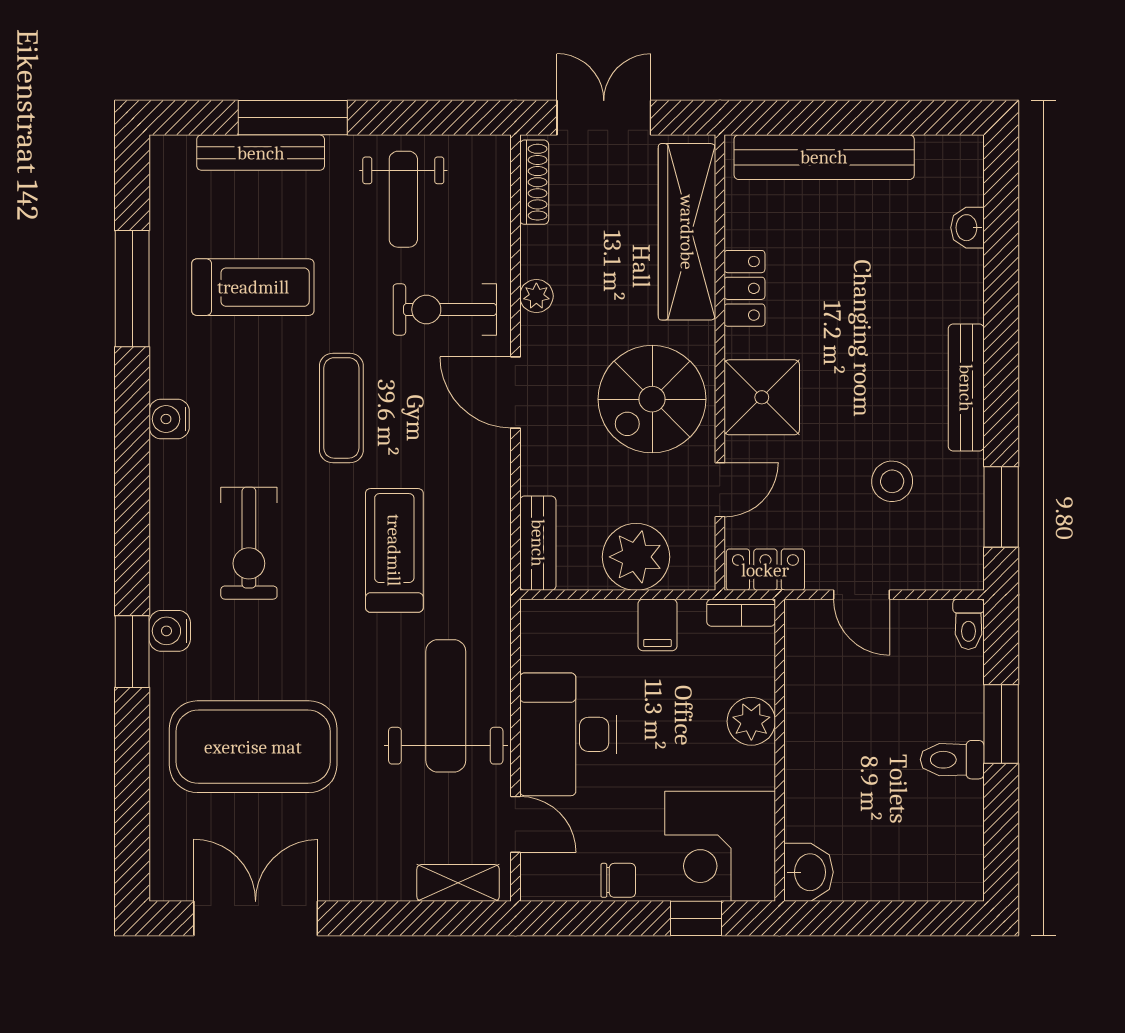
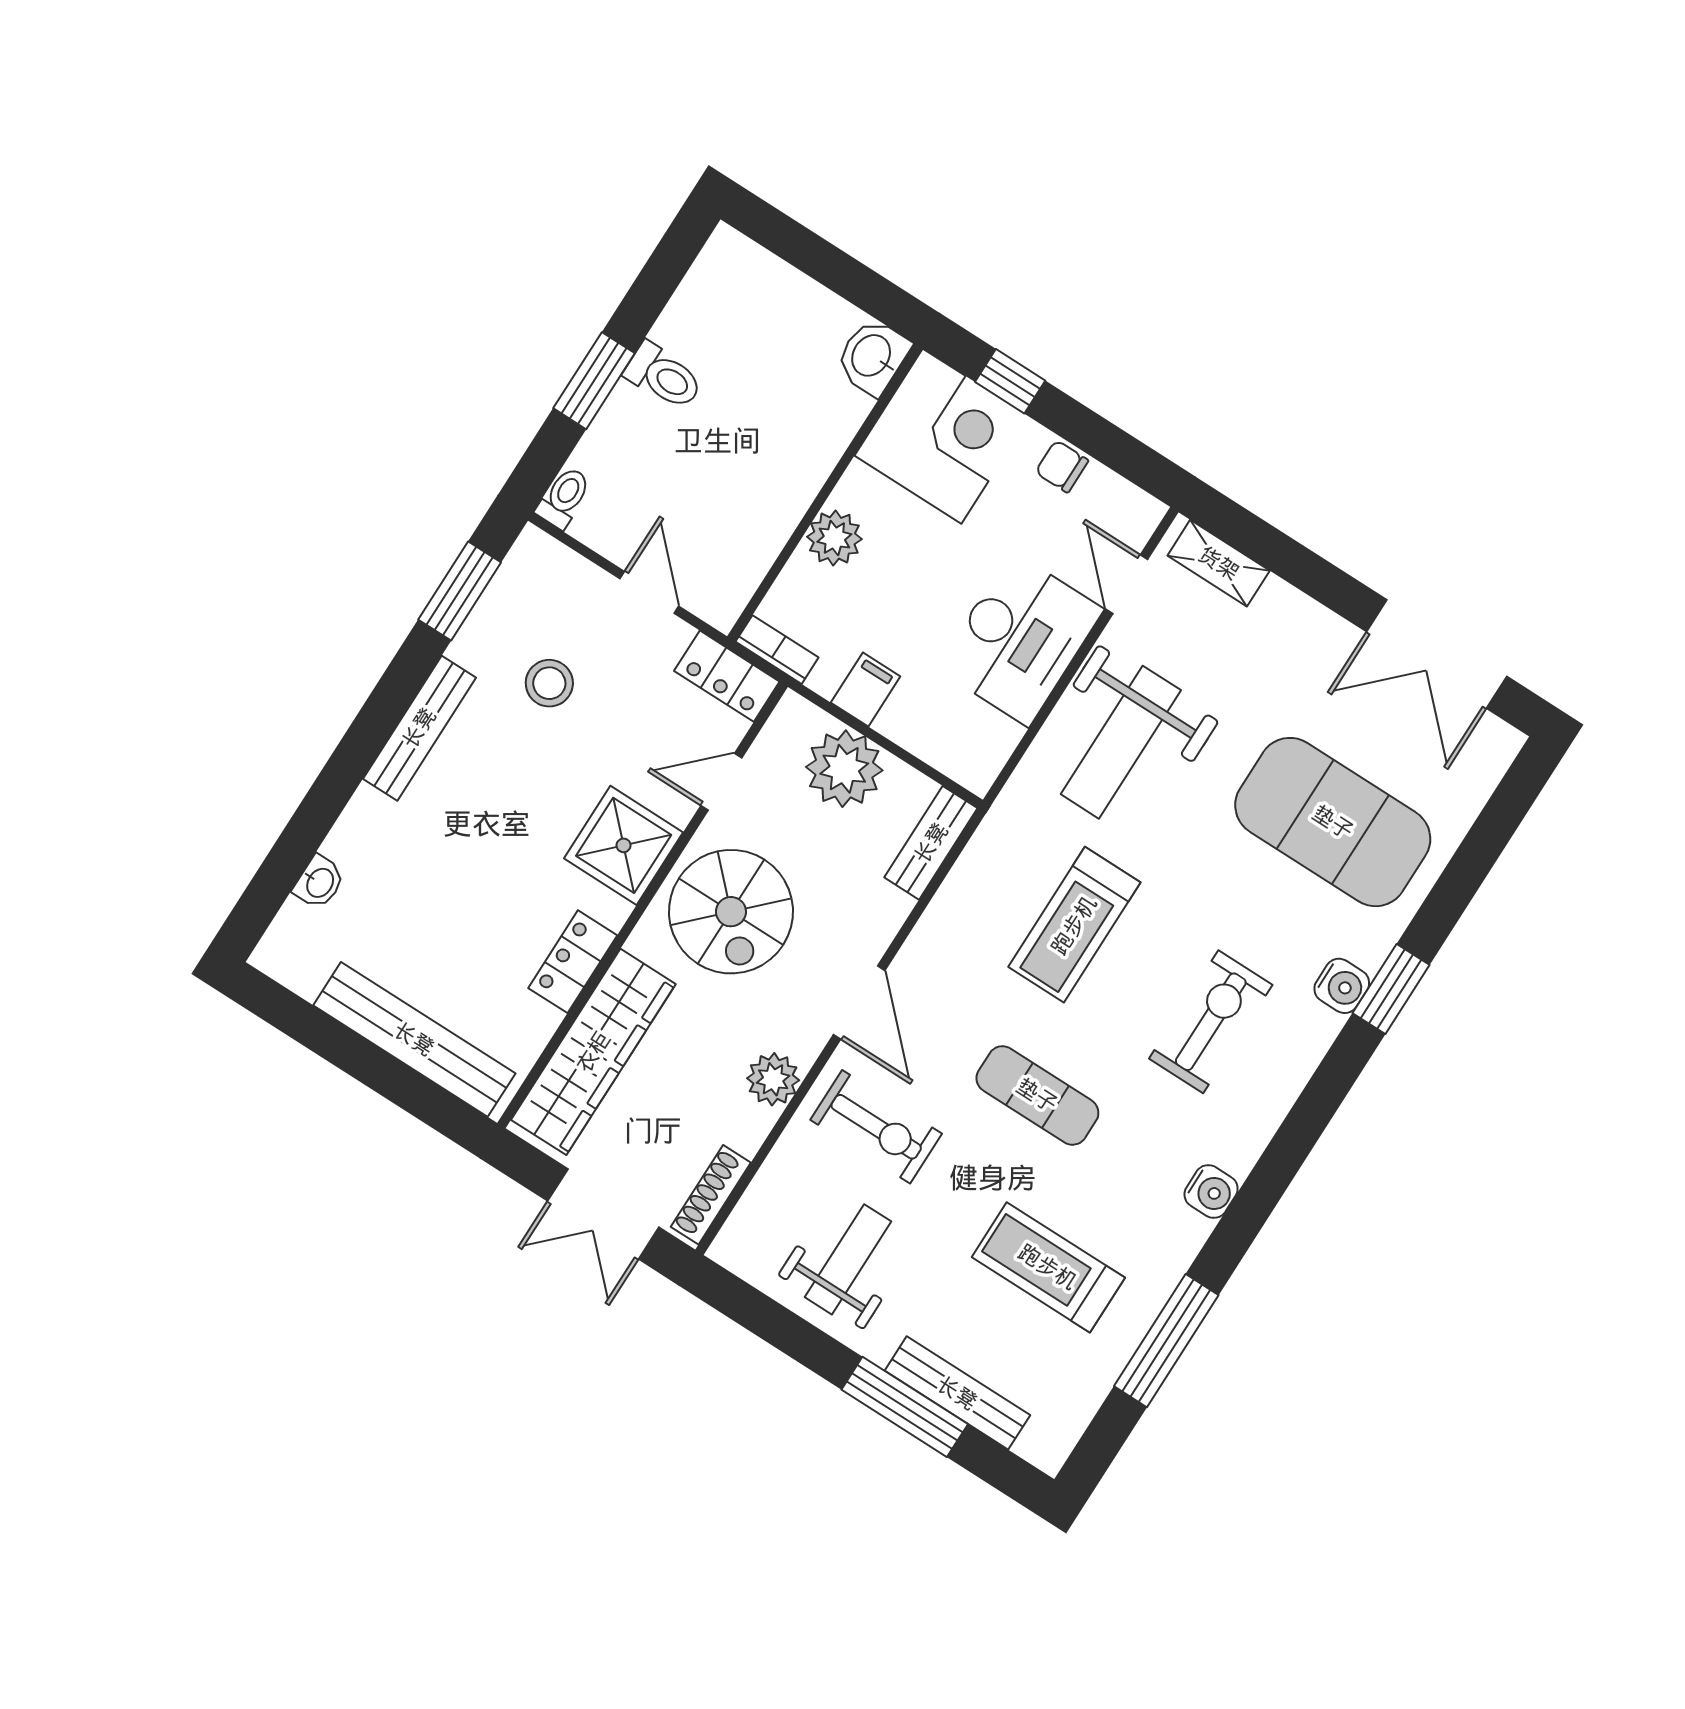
plant: (536, 296) -> (773, 1079), width x1.38, depth x1.38
spiral stairs: (652, 399) -> (731, 912), turned 90
exercise mat: (341, 408) -> (1037, 1095), turned 90

